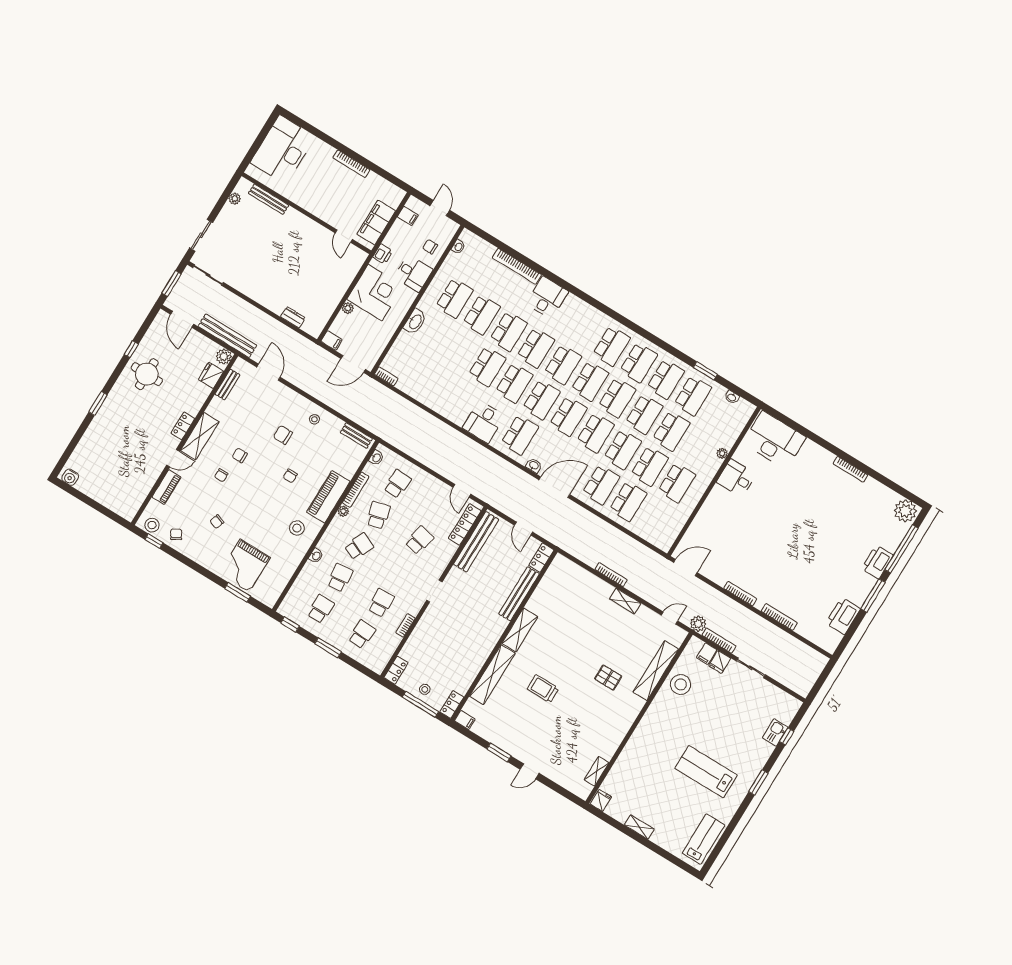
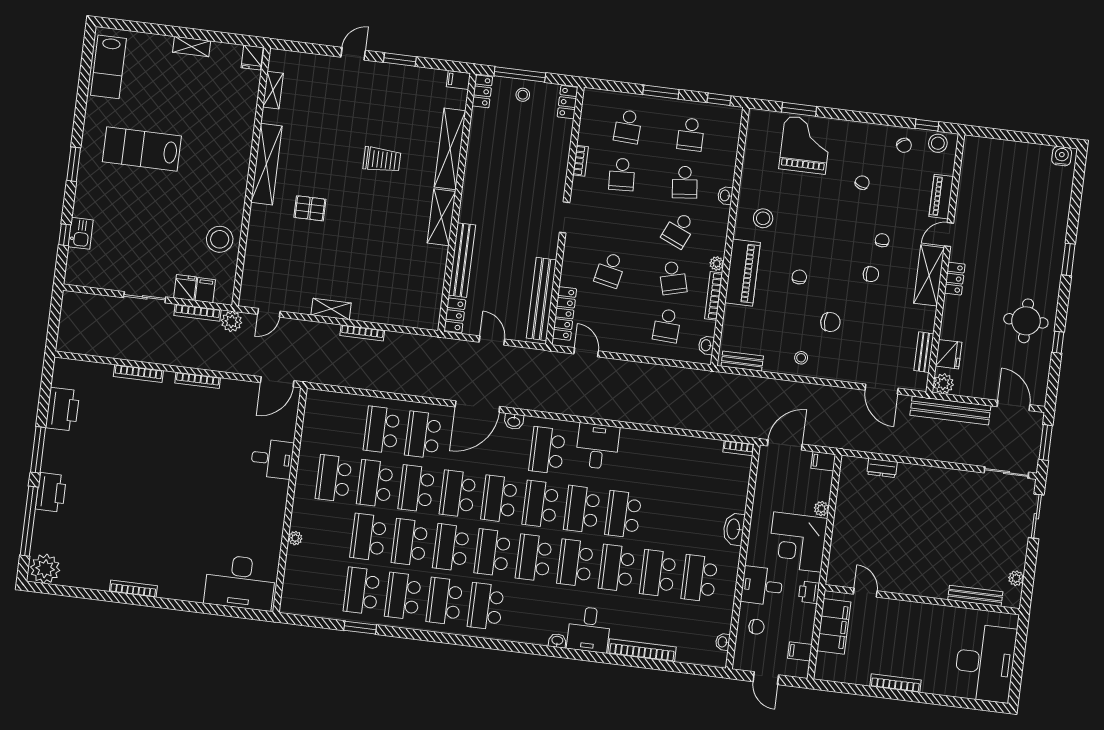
washbasin: (732, 397) -> (557, 641), moved
desk: (736, 478) -> (272, 459), moved
shelving: (656, 671) -> (266, 164), moved
lab bench: (706, 772) -> (142, 149), turned 180

